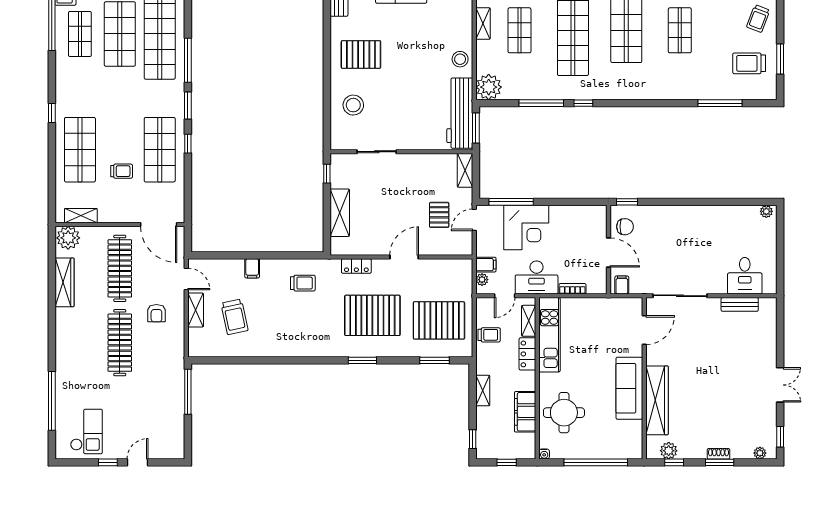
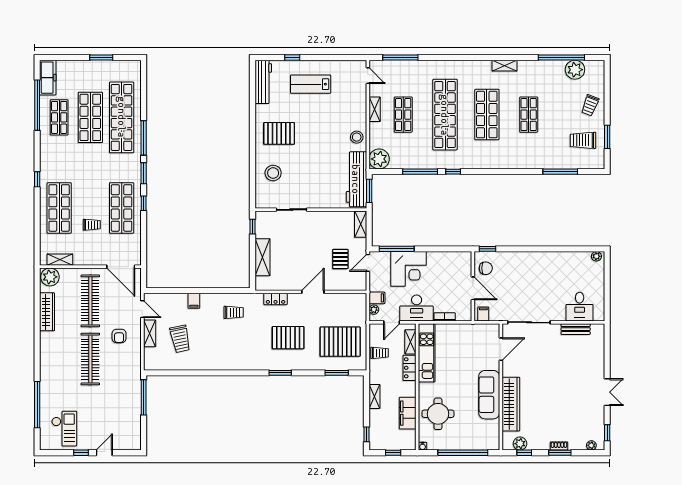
pallet: (372, 315) -> (288, 338), width x0.73, depth x0.71

